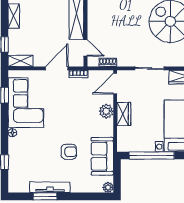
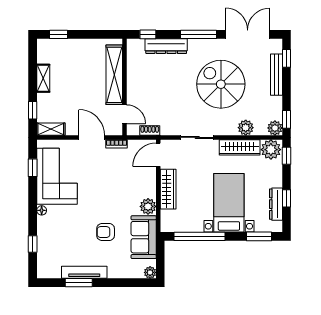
door: (57, 68) -> (92, 137), hinge flipped
plant: (106, 111) -> (148, 206), moved
wardrobe: (124, 114) -> (168, 189), width x1.50
armchair: (69, 152) -> (106, 232), turned 180

